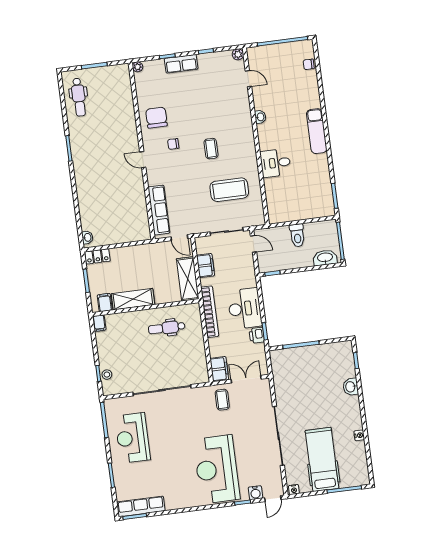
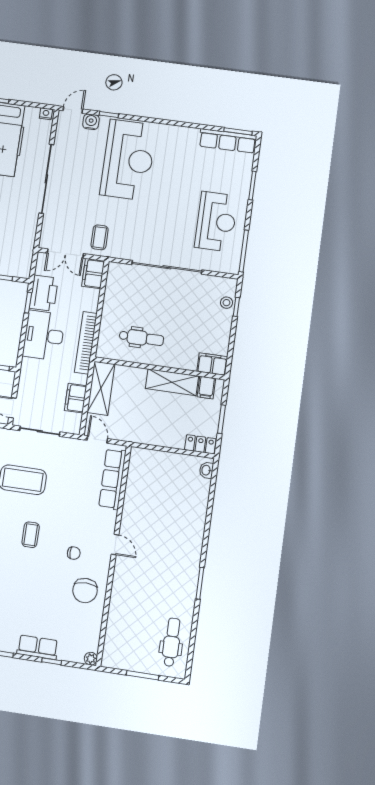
filing cabinet: (99, 323) -> (212, 364), width x2.00
printer: (257, 335) -> (44, 293), width x1.87, depth x1.48

